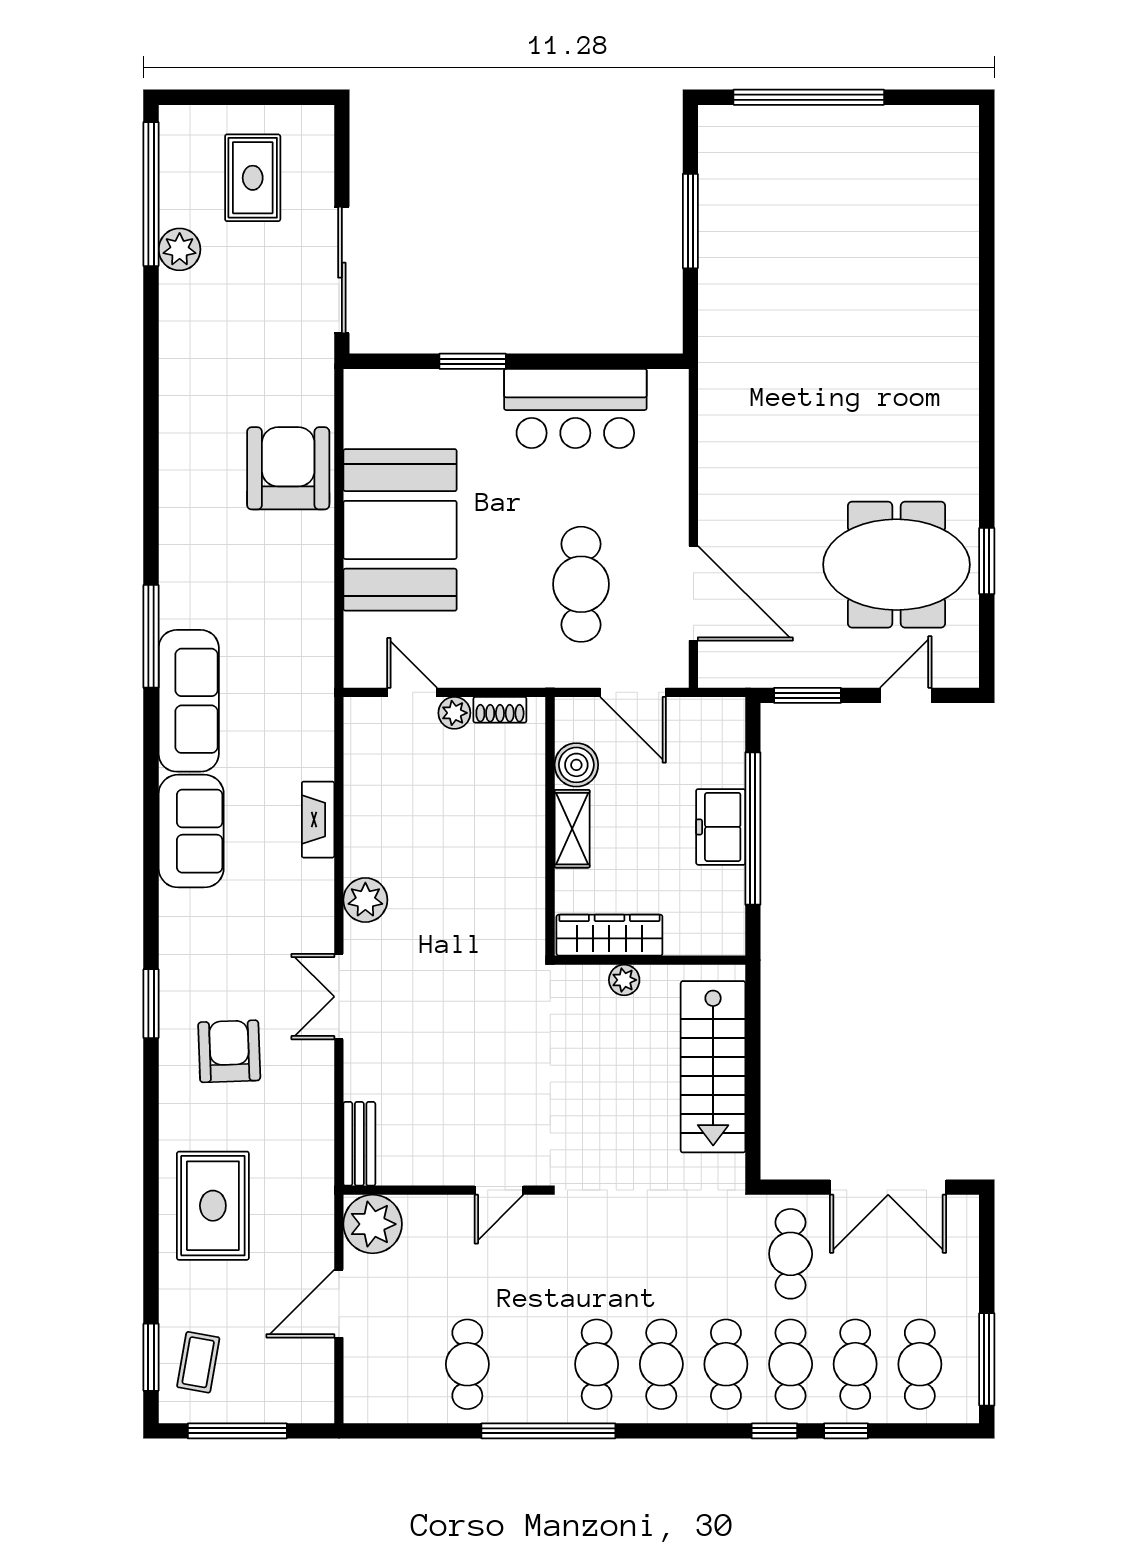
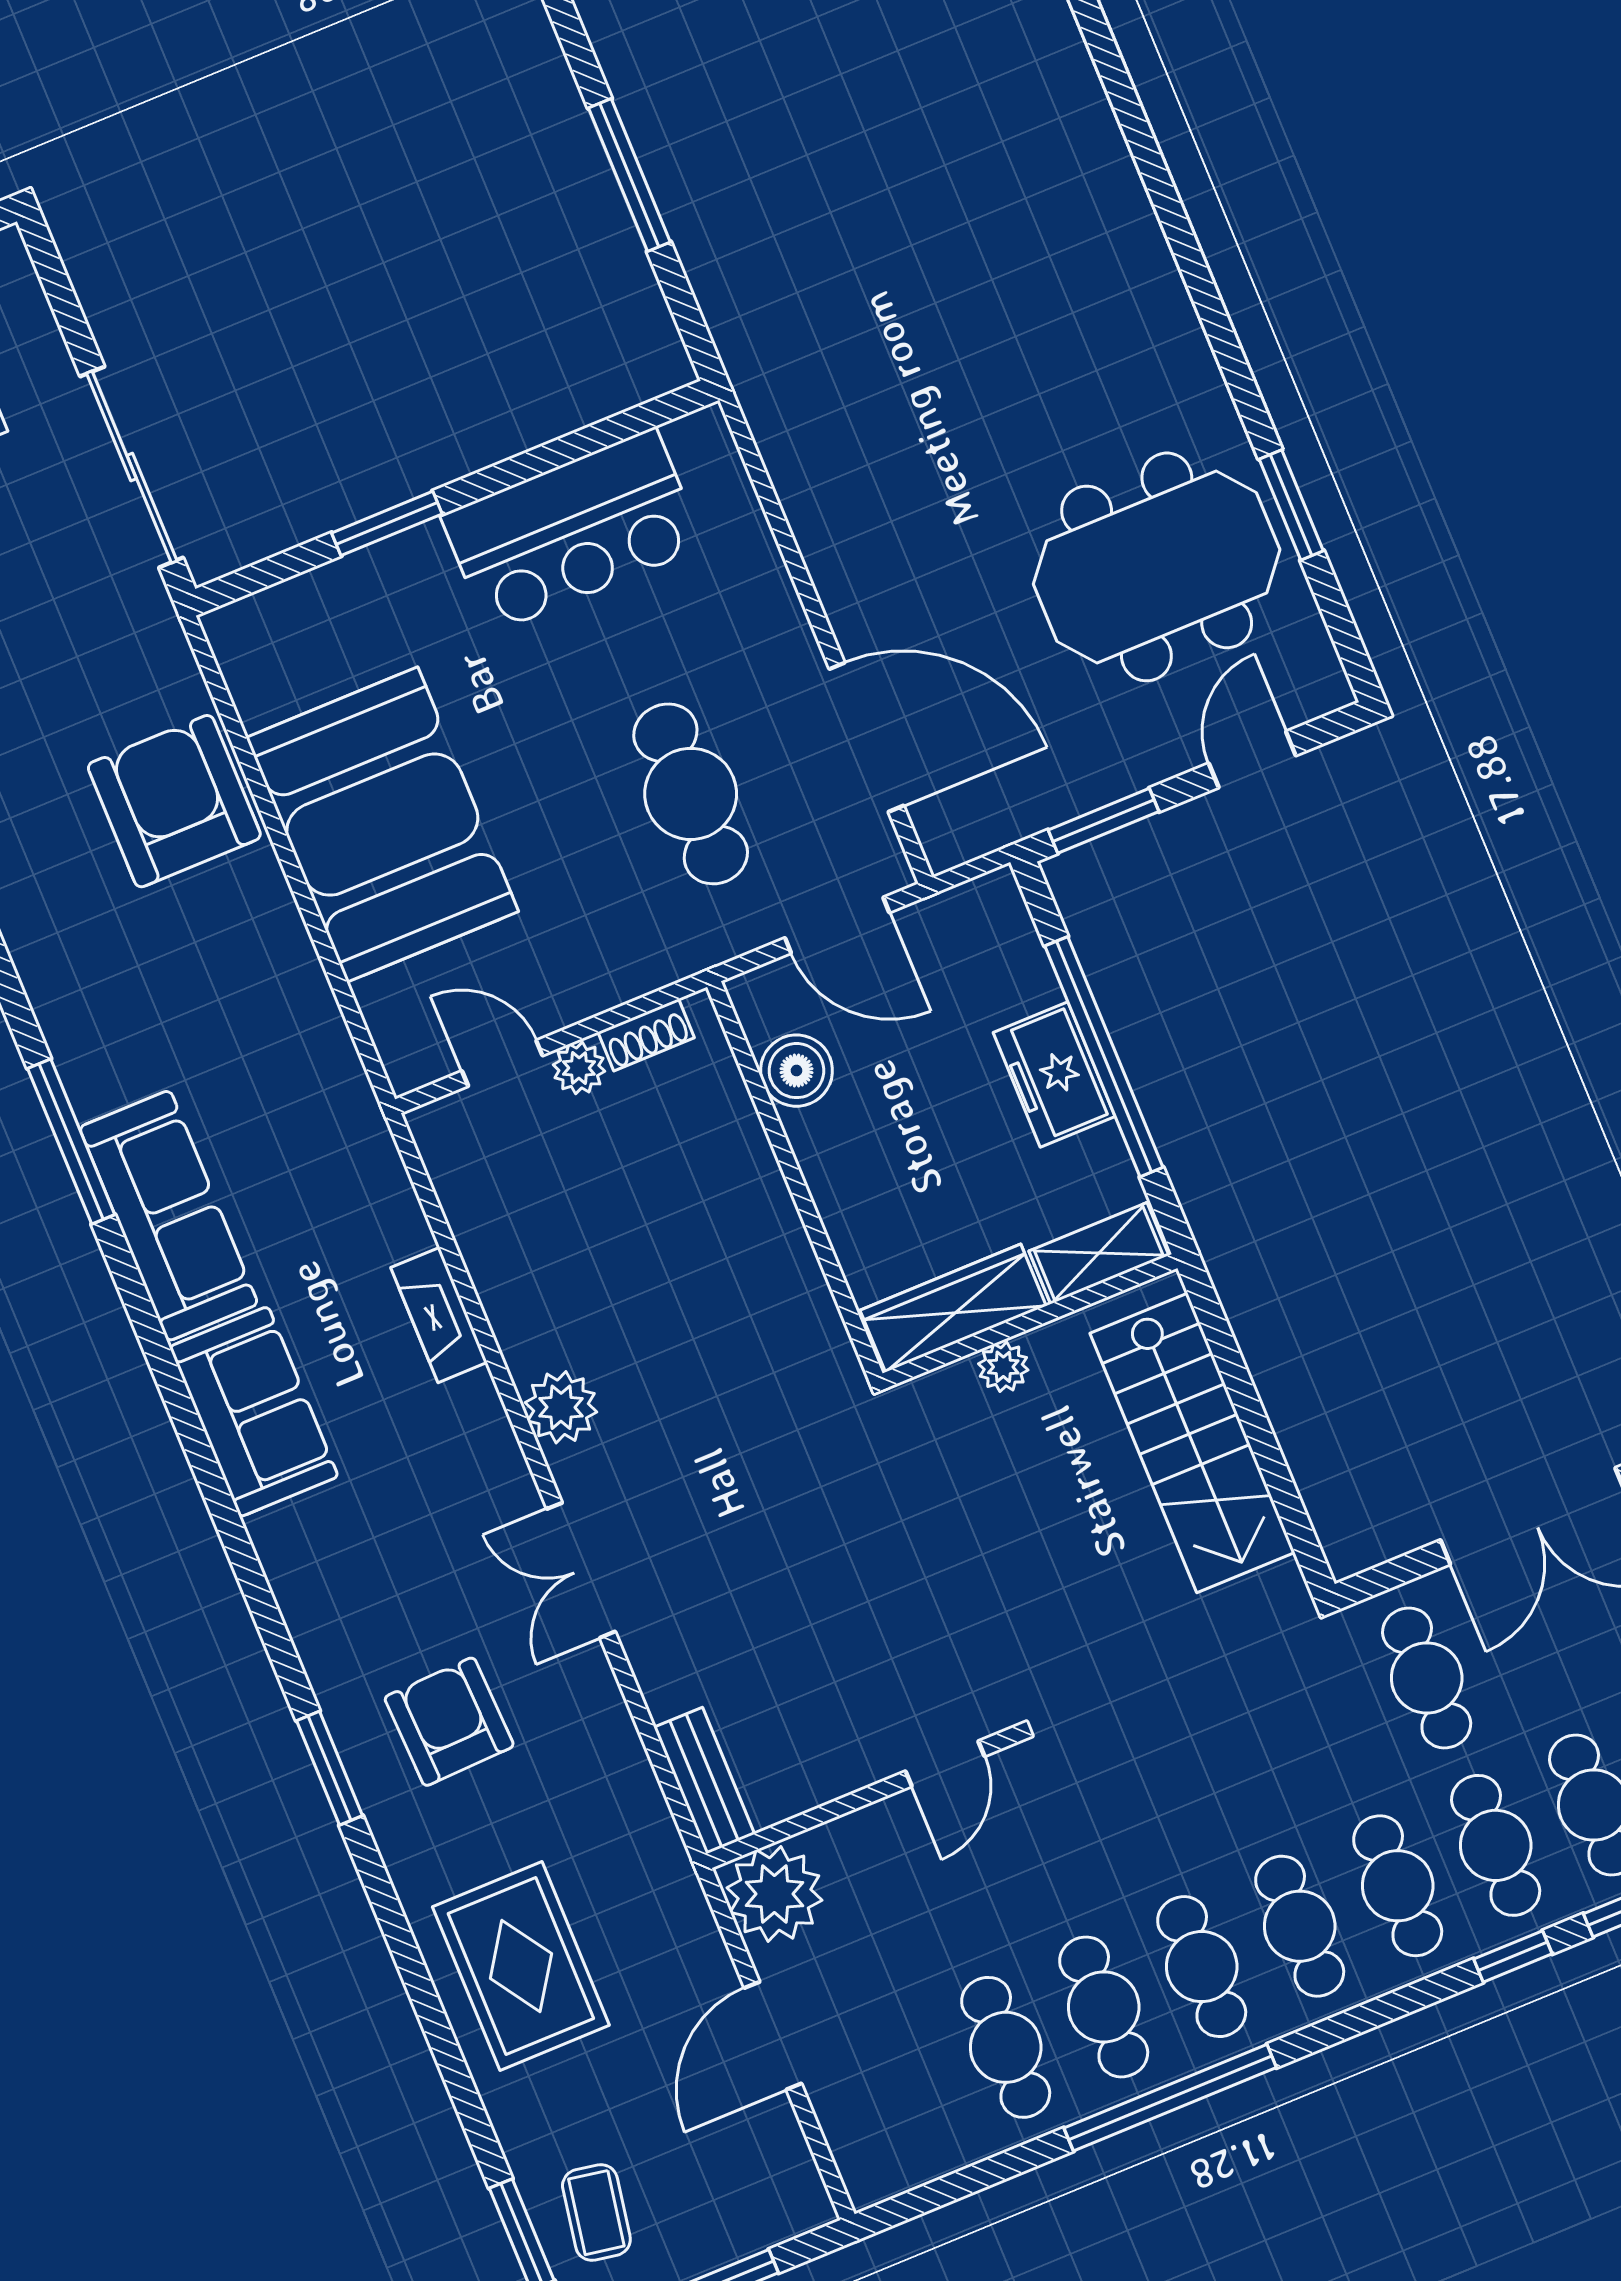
shelving: (572, 829) -> (1099, 1253), moved, turned 90
window: (151, 1004) -> (330, 1768), moved
cafe table: (532, 1364) -> (1104, 2007), added

